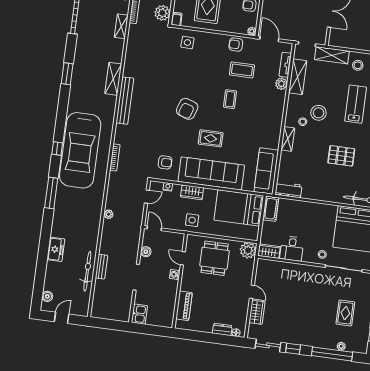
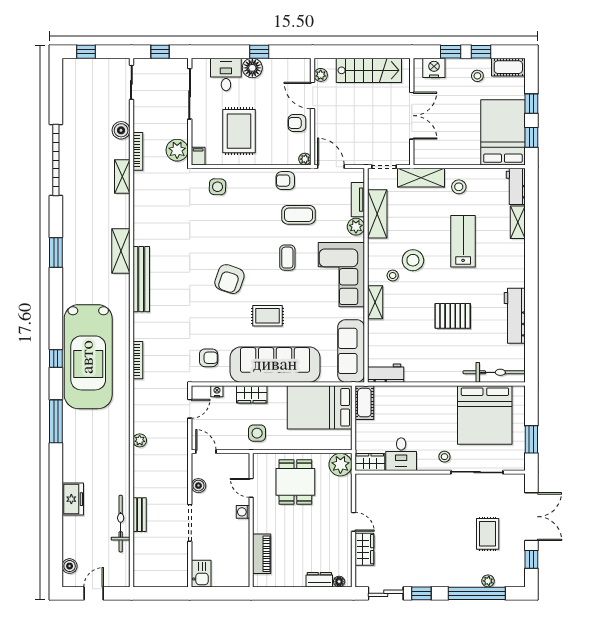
corner sofa: (267, 116) -> (341, 275), added

